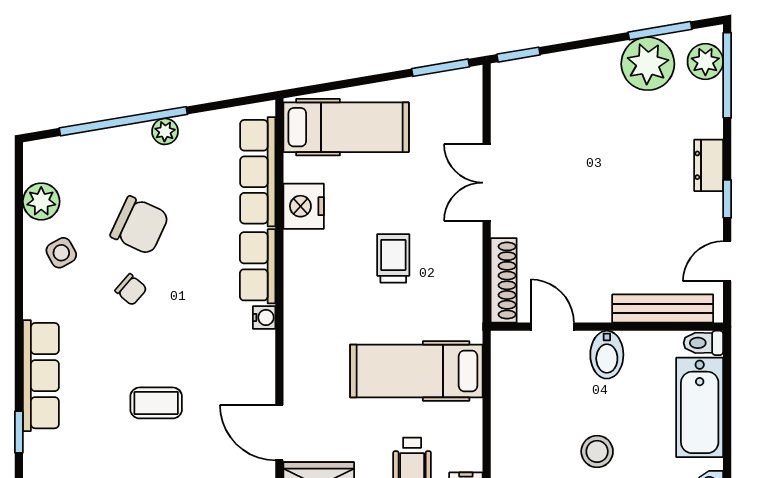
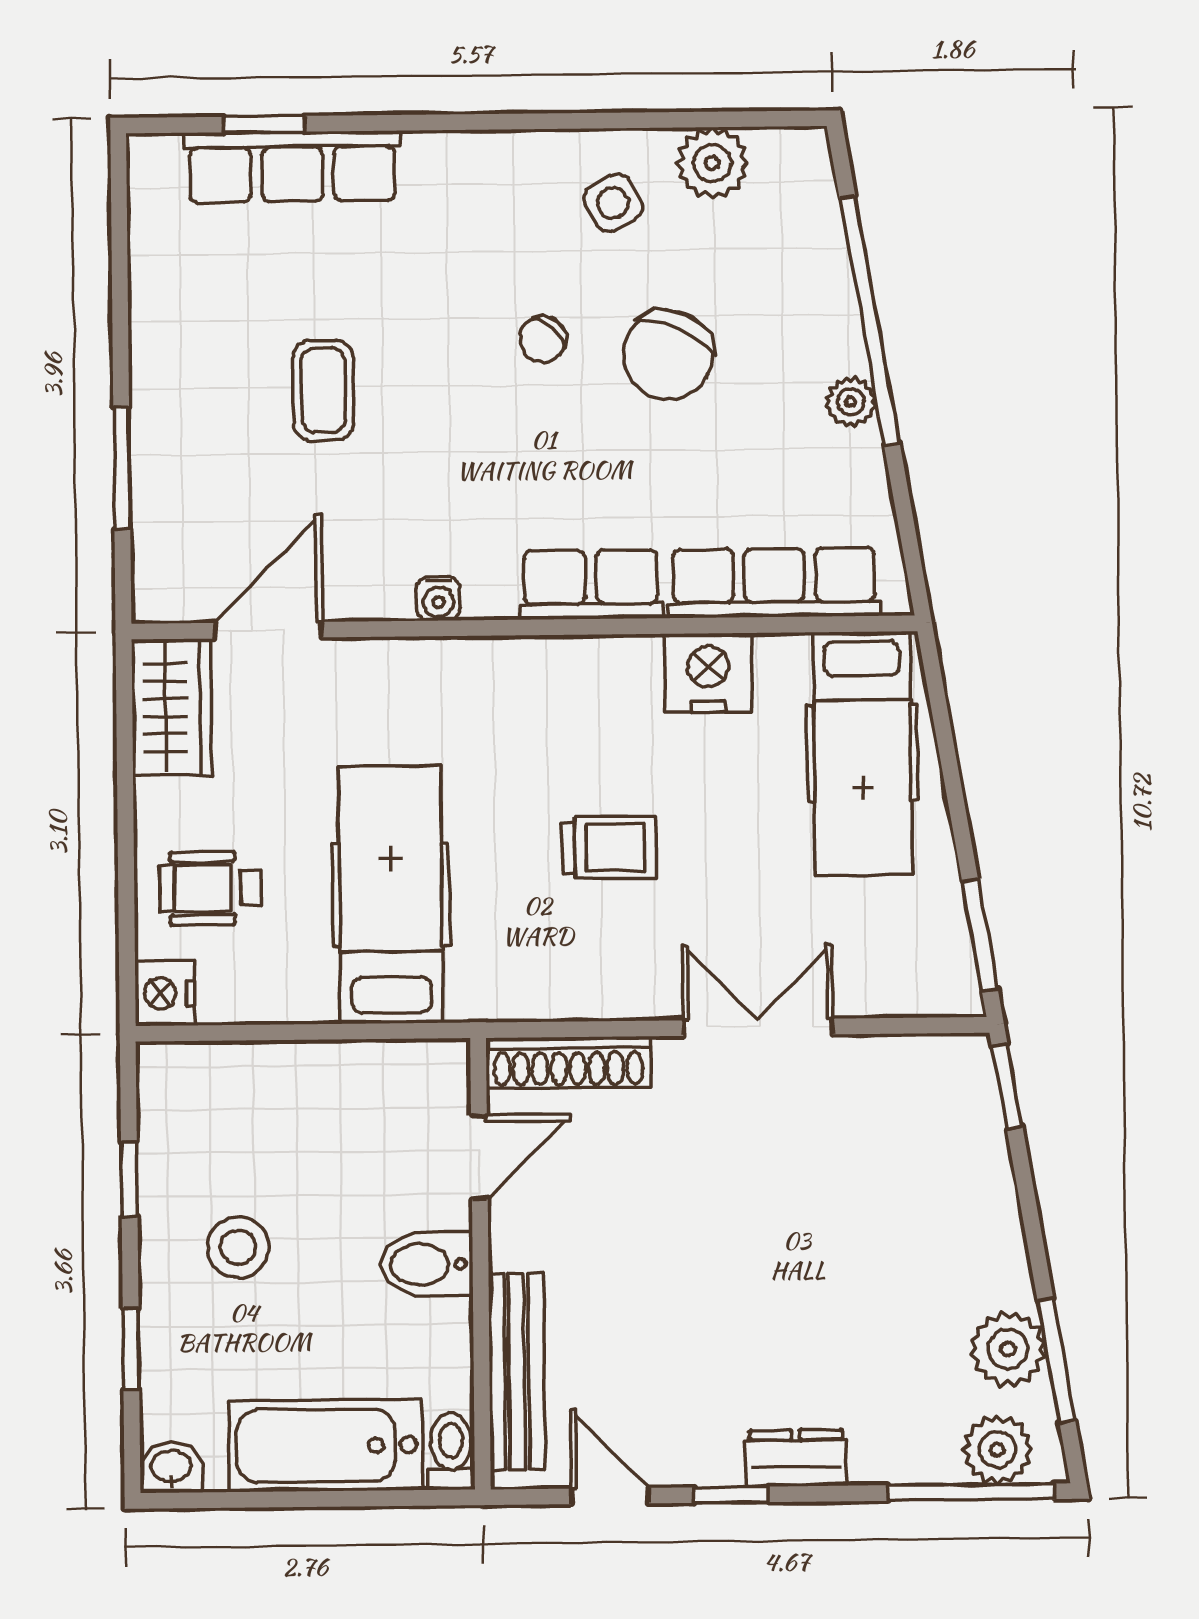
plant: (648, 64) -> (1008, 1349), width x0.73, depth x0.73
water cooler: (264, 317) -> (438, 599), moved
row of seats: (41, 376) -> (292, 167), moved

